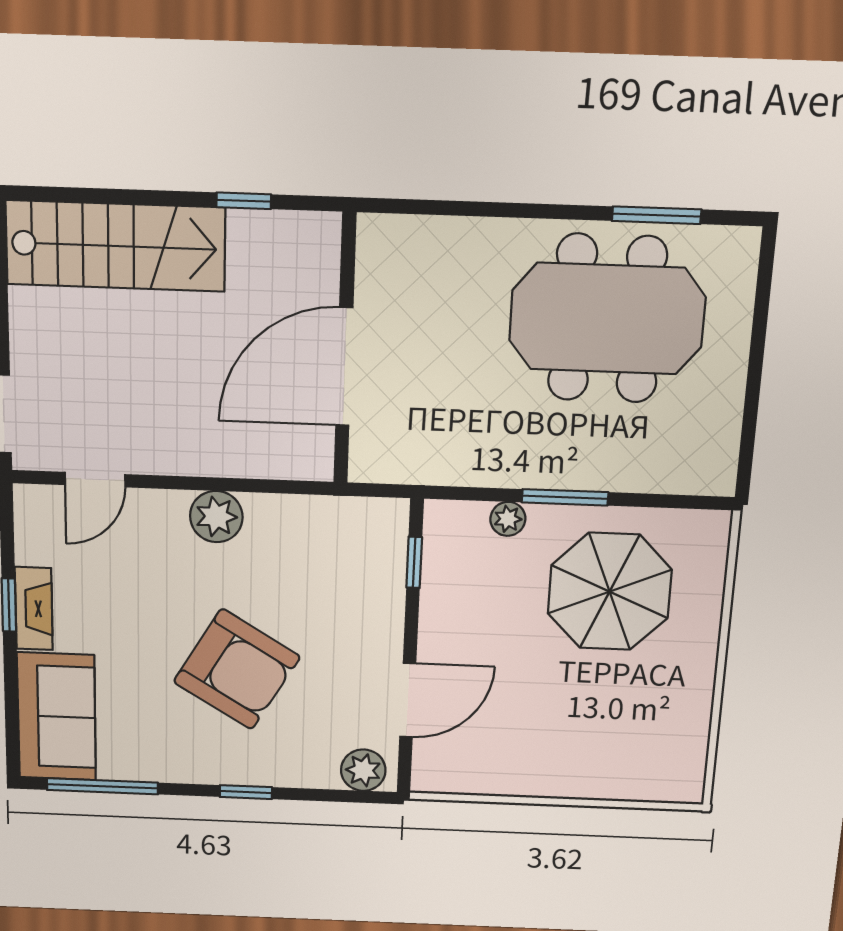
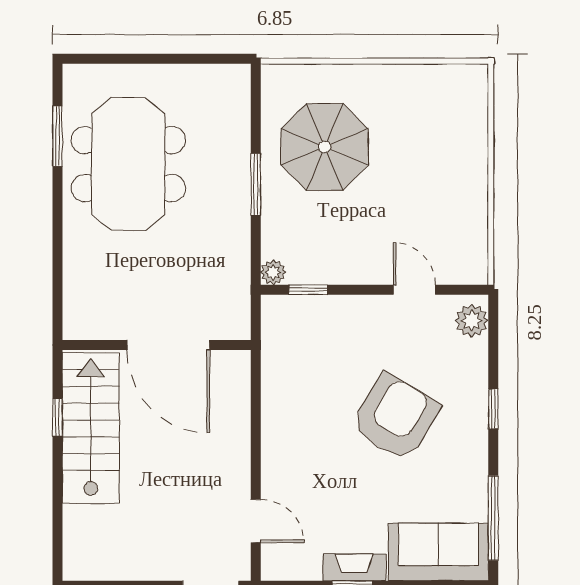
stairs: (116, 246) -> (91, 428), moved
plant: (216, 517) -> (280, 434), removed
plant: (508, 519) -> (273, 272), moved
door: (408, 700) -> (414, 290), width x0.73

